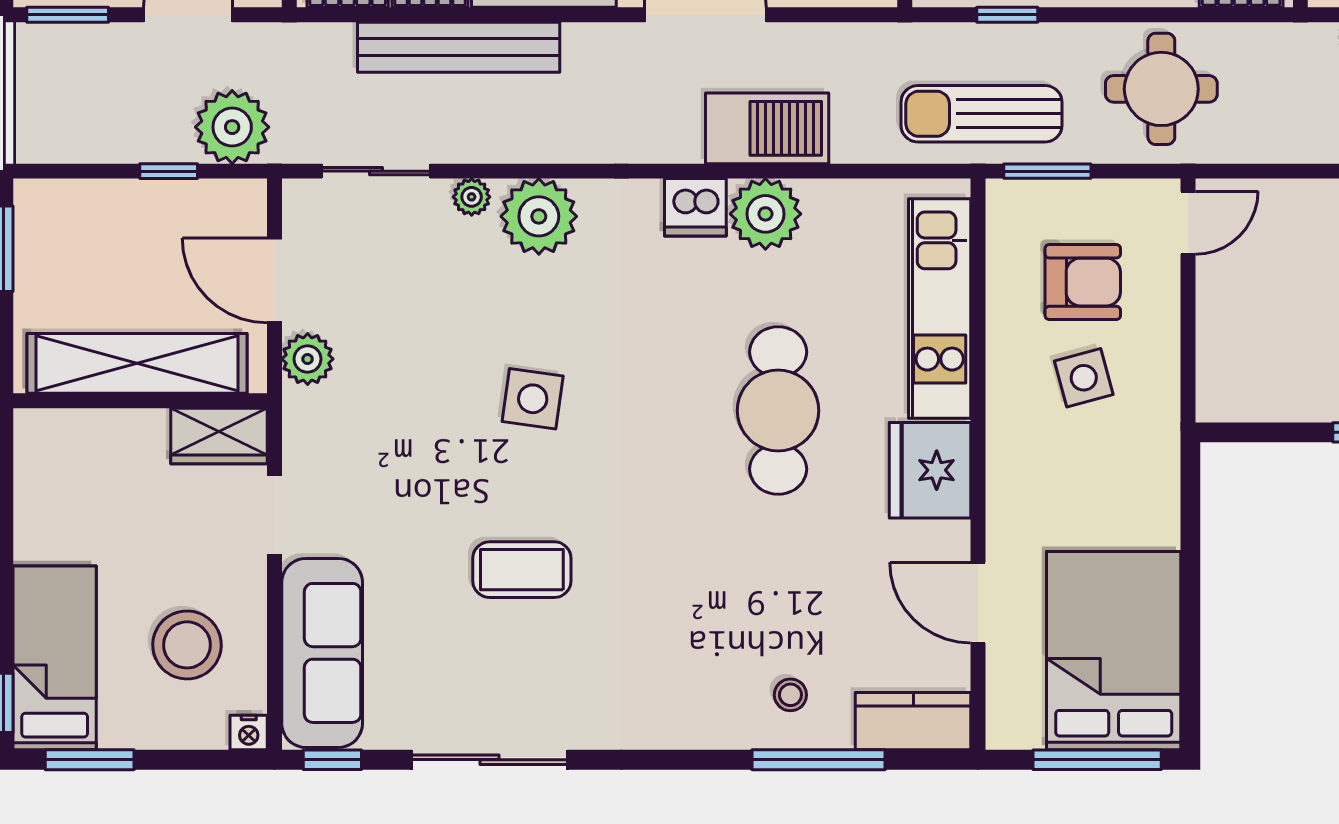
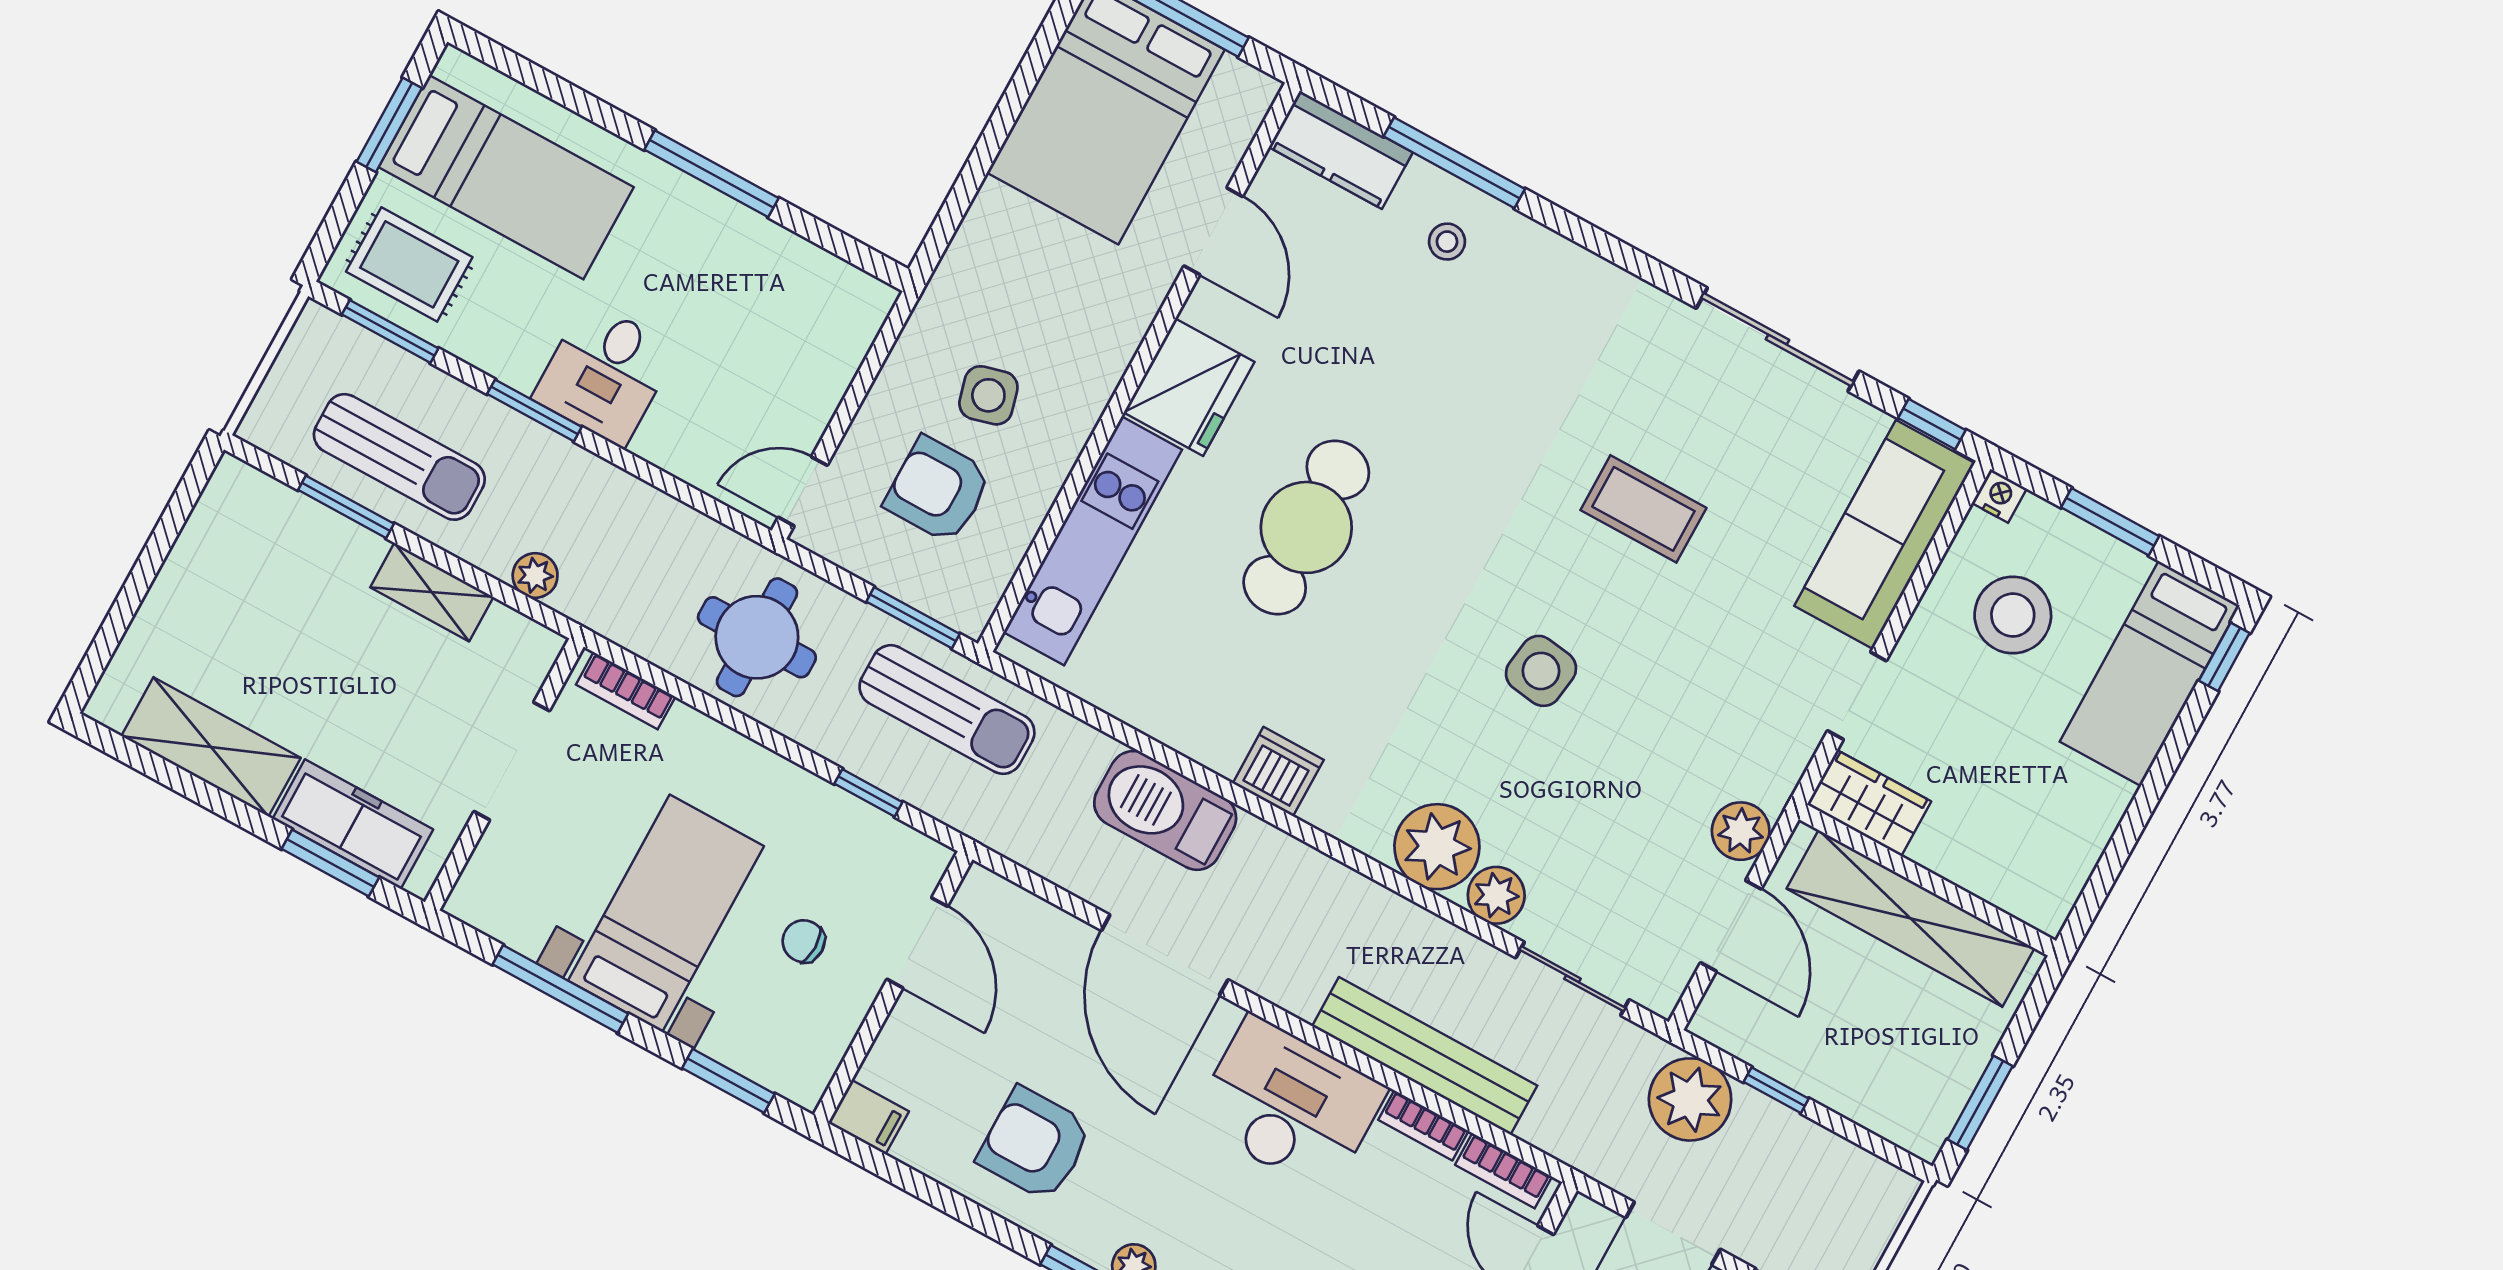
plant: (472, 197) -> (1496, 895), width x1.38, depth x1.38
plant: (765, 214) -> (1213, 727), removed
window: (90, 760) -> (2110, 522), moved

